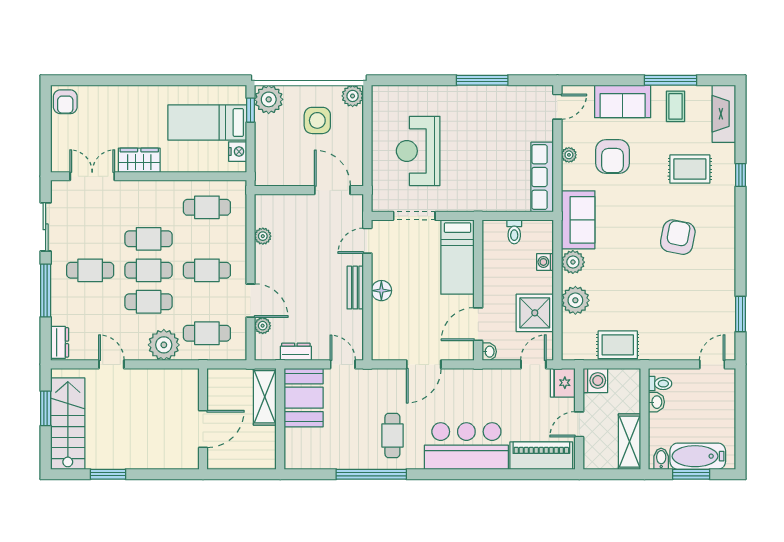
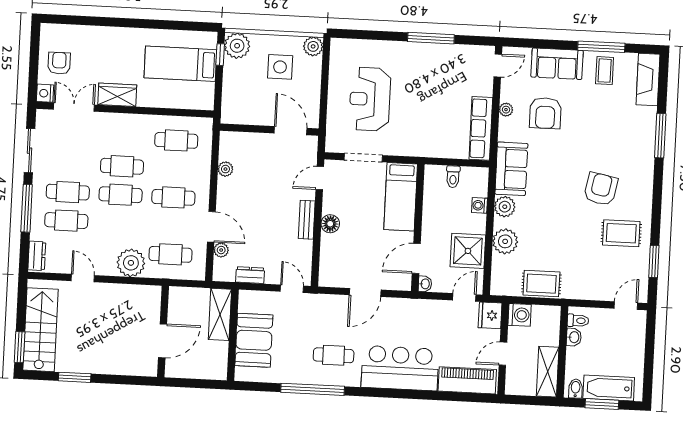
armchair: (65, 102) -> (59, 63), moved, turned 180
nightstand: (238, 152) -> (45, 93), moved, turned 180
rug: (690, 169) -> (621, 233), moved
window: (741, 175) -> (660, 136), width x2.17
cafe table: (149, 302) -> (66, 221), moved
booth: (304, 398) -> (254, 340), moved
window: (46, 408) -> (20, 347), moved
cafe table: (392, 436) -> (334, 355), turned 90

